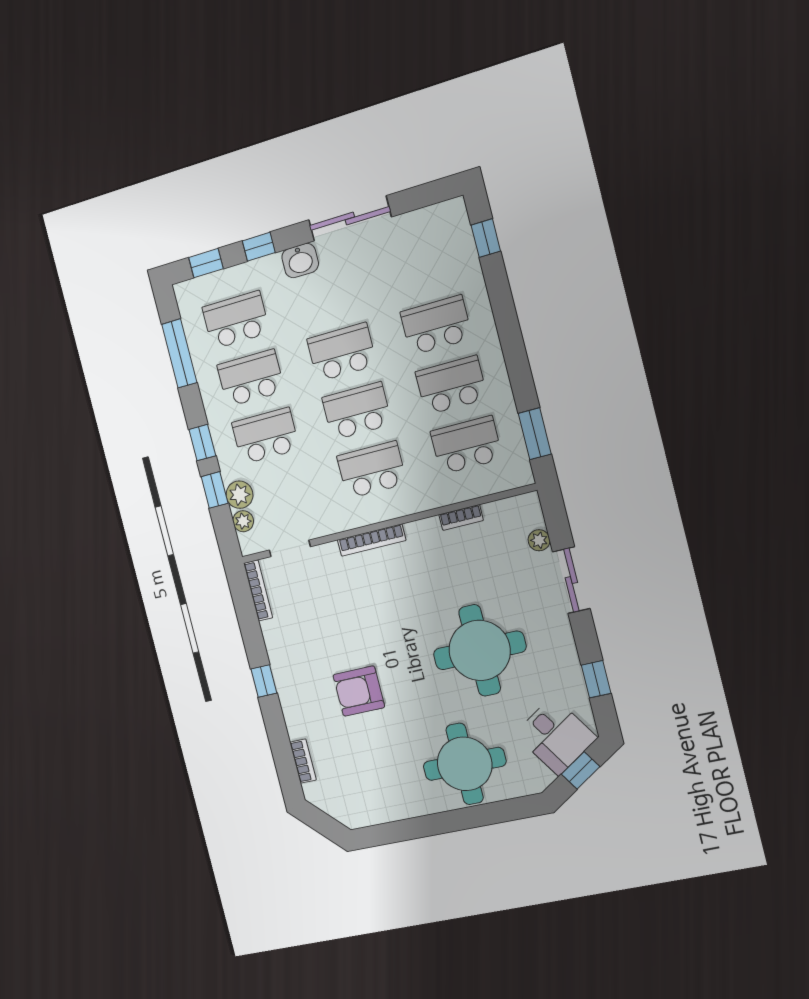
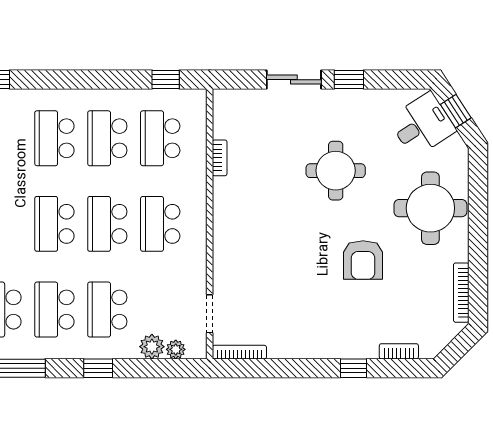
window: (535, 434) -> (166, 80), width x0.67
window: (215, 490) -> (142, 368), removed
bookcase: (372, 540) -> (461, 293), moved, turned 180
plant: (539, 540) -> (254, 98), removed
round table: (480, 650) -> (336, 171), width x0.73, depth x0.73
window: (596, 679) -> (349, 80), moved
window: (264, 681) -> (354, 368), moved
armchair: (359, 691) -> (363, 260), moved

